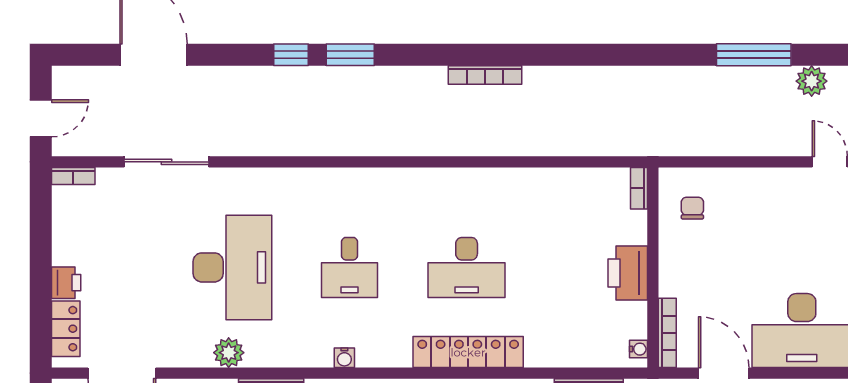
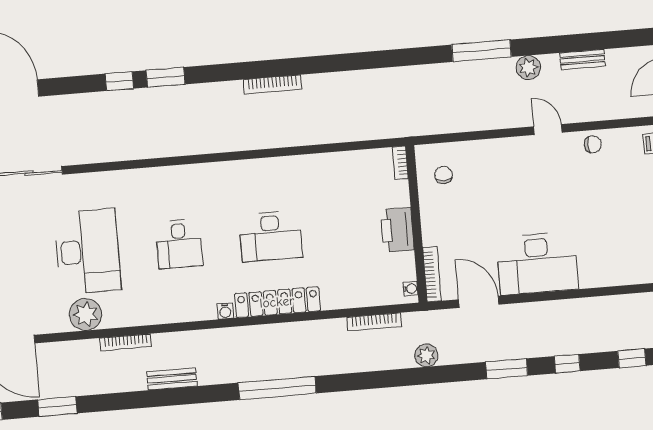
plant: (229, 353) -> (86, 314), width x1.36, depth x1.36
water cooler: (344, 358) -> (225, 311), moved

